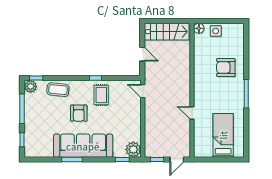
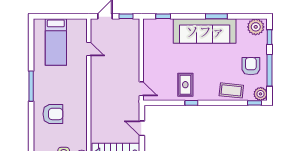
armchair: (79, 113) -> (251, 66), moved
door: (192, 113) -> (89, 49), moved
plant: (133, 149) -> (256, 27), moved

